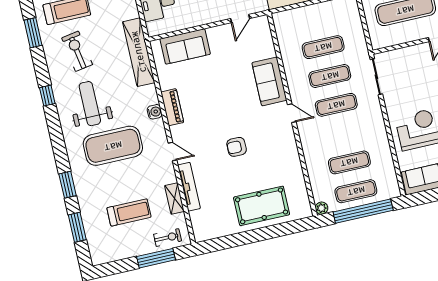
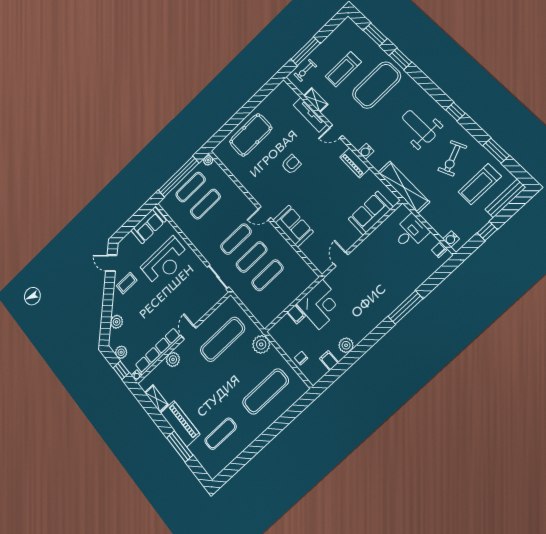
exercise bike: (77, 51) -> (452, 158), turned 77
weight bench: (90, 104) -> (419, 126), turned 180
exercise mat: (113, 146) -> (377, 85), moved

